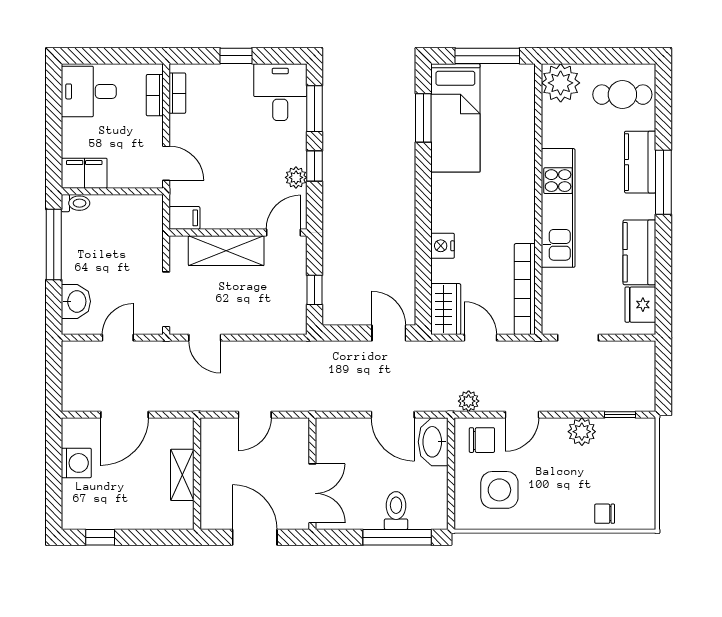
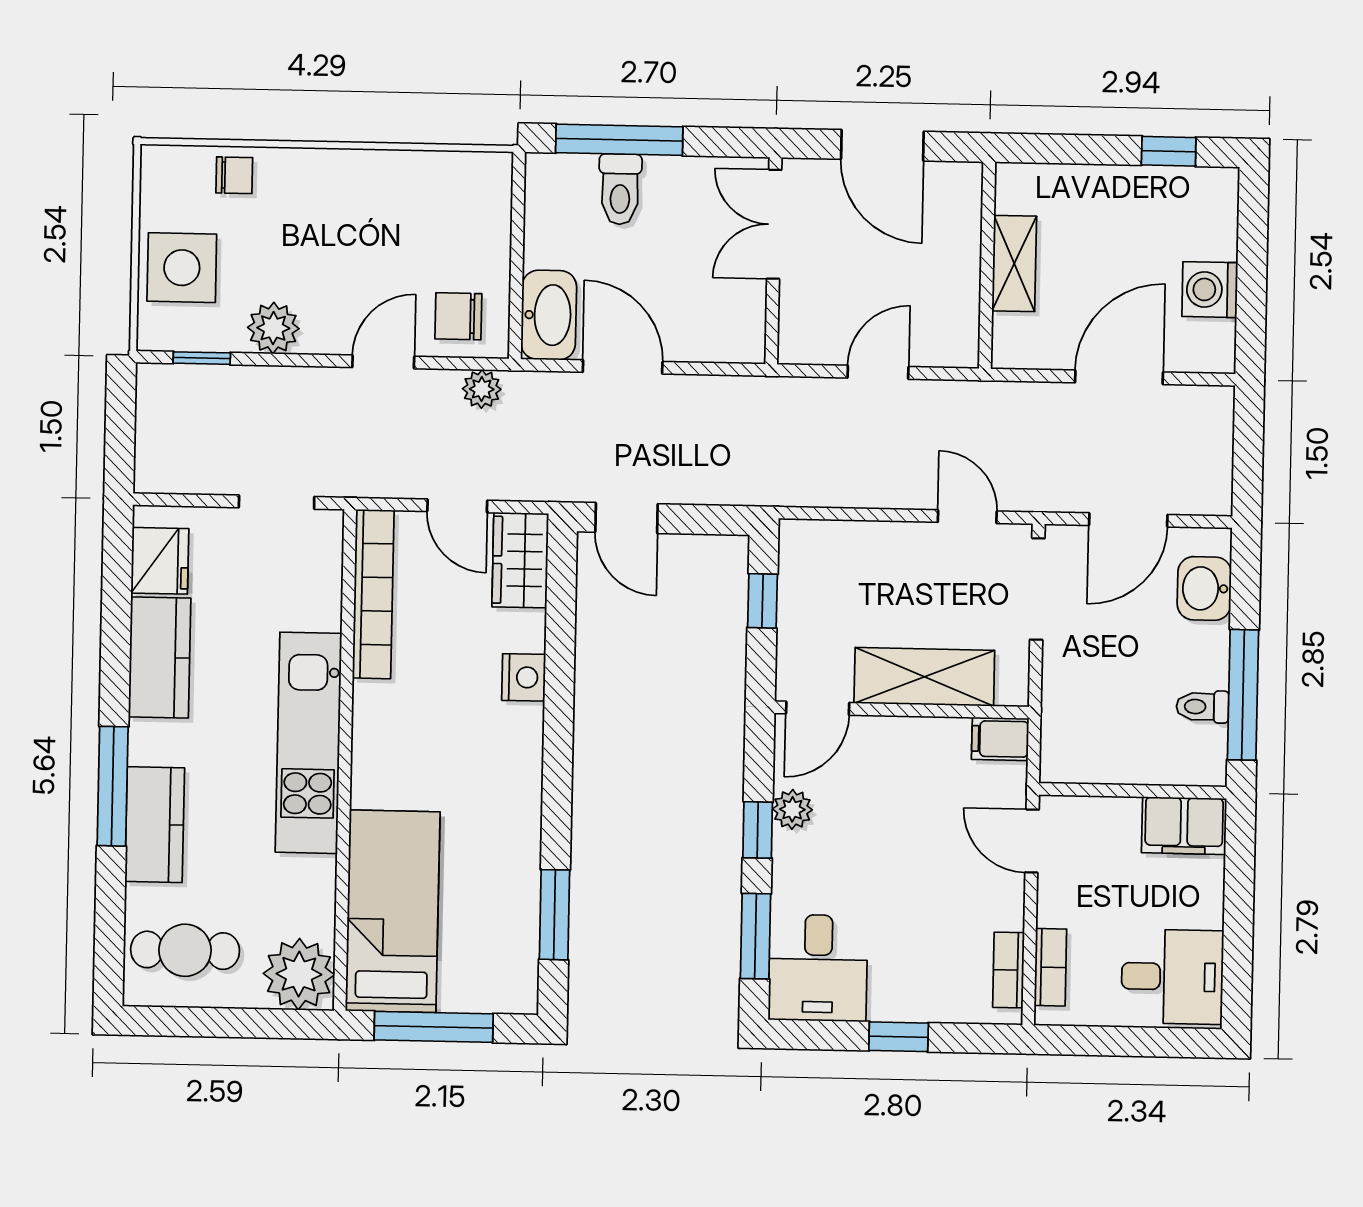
bed: (455, 118) -> (393, 911), moved
toilet: (76, 203) -> (1202, 707), moved
door: (118, 338) -> (1128, 520), width x1.38
side table: (499, 490) -> (182, 268), moved

